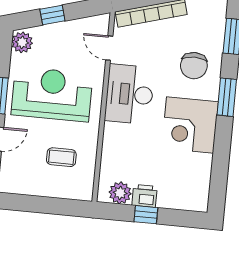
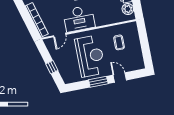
plant: (22, 42) -> (69, 78), removed
reception desk: (52, 94) -> (90, 56), turned 180

